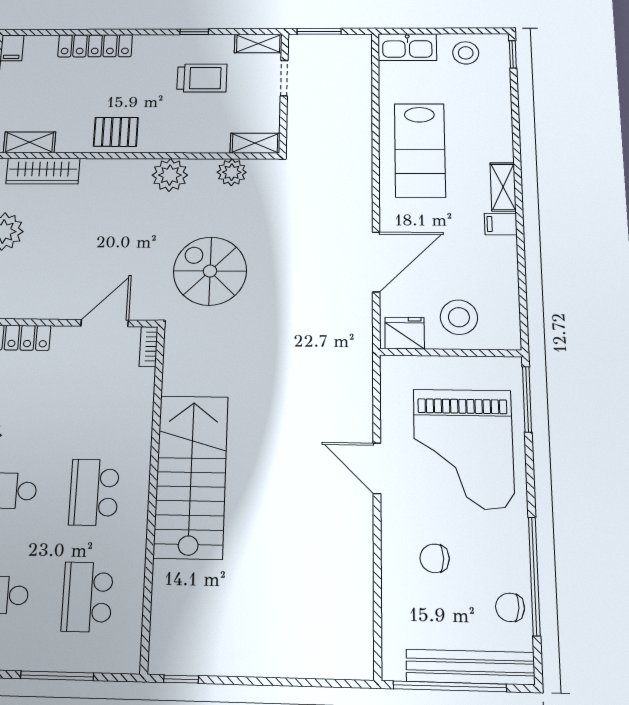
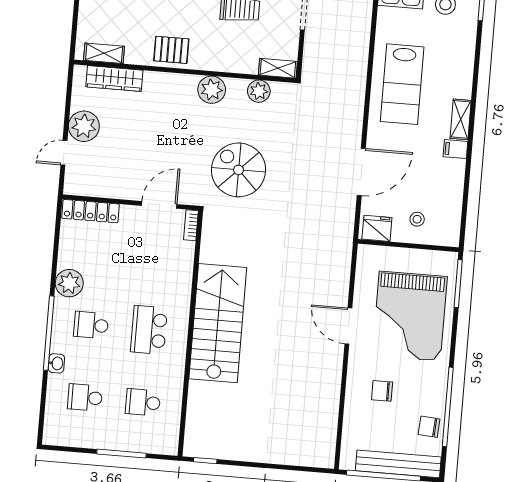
stool: (459, 317) -> (417, 219), width x0.53, depth x0.53
school desk: (87, 597) -> (143, 402), width x0.54

